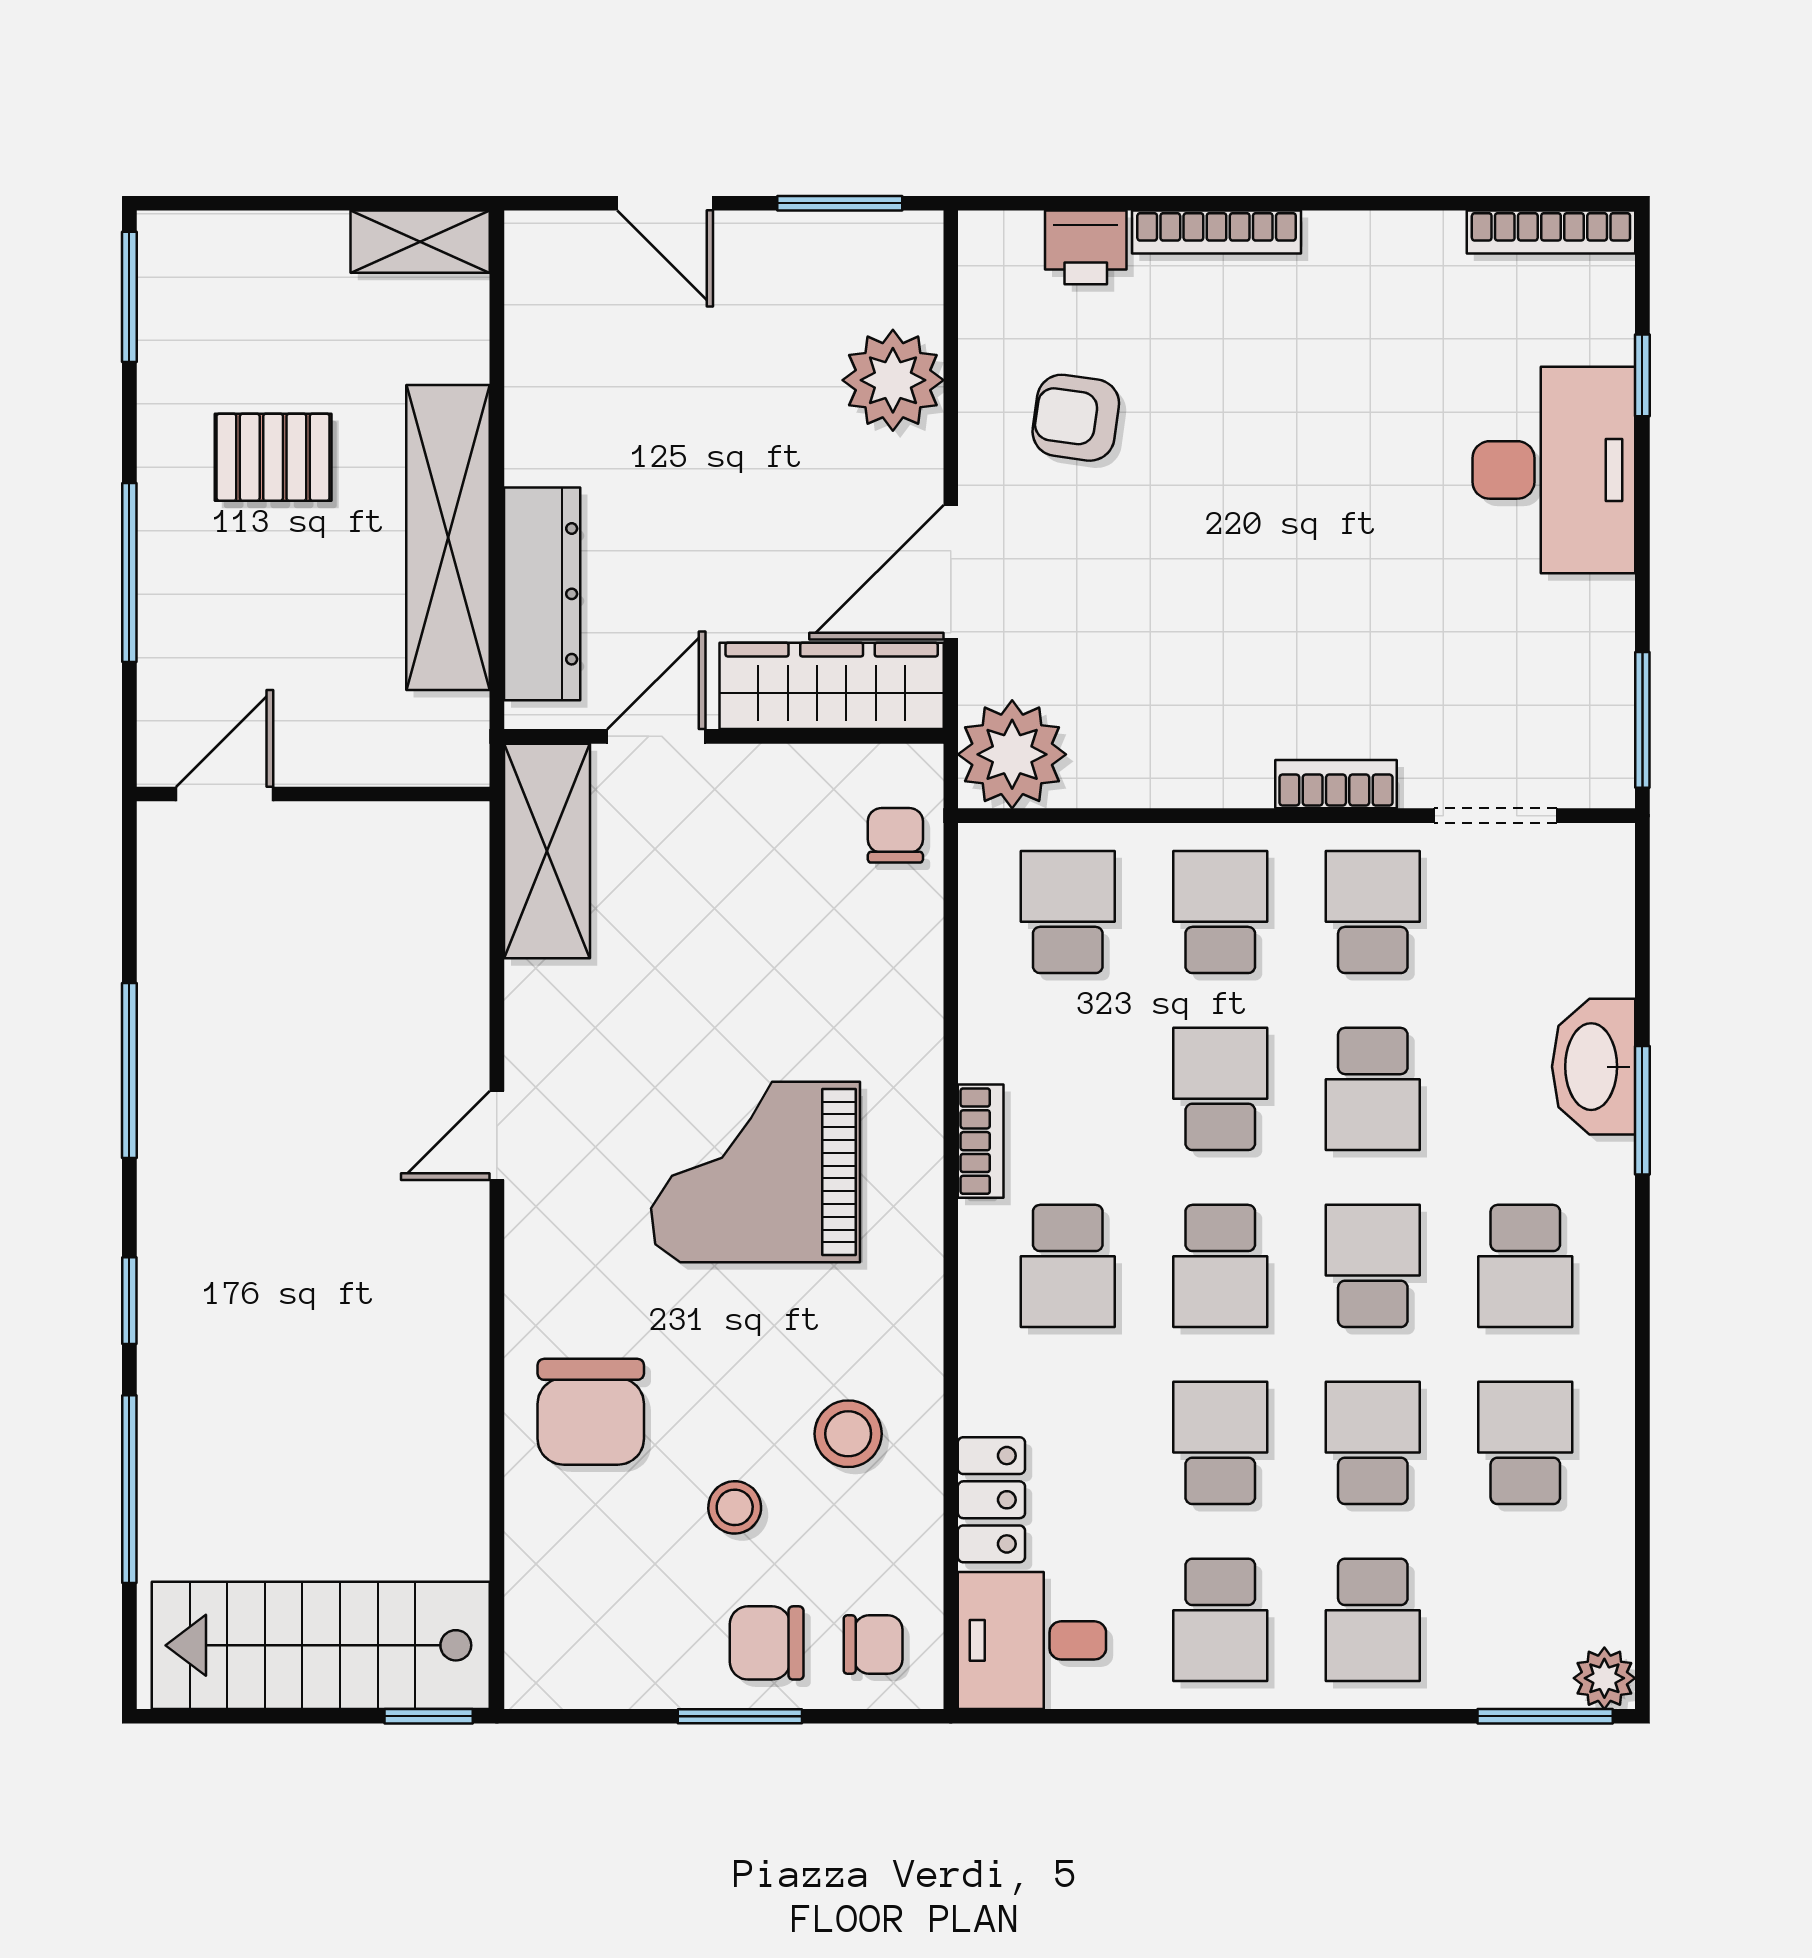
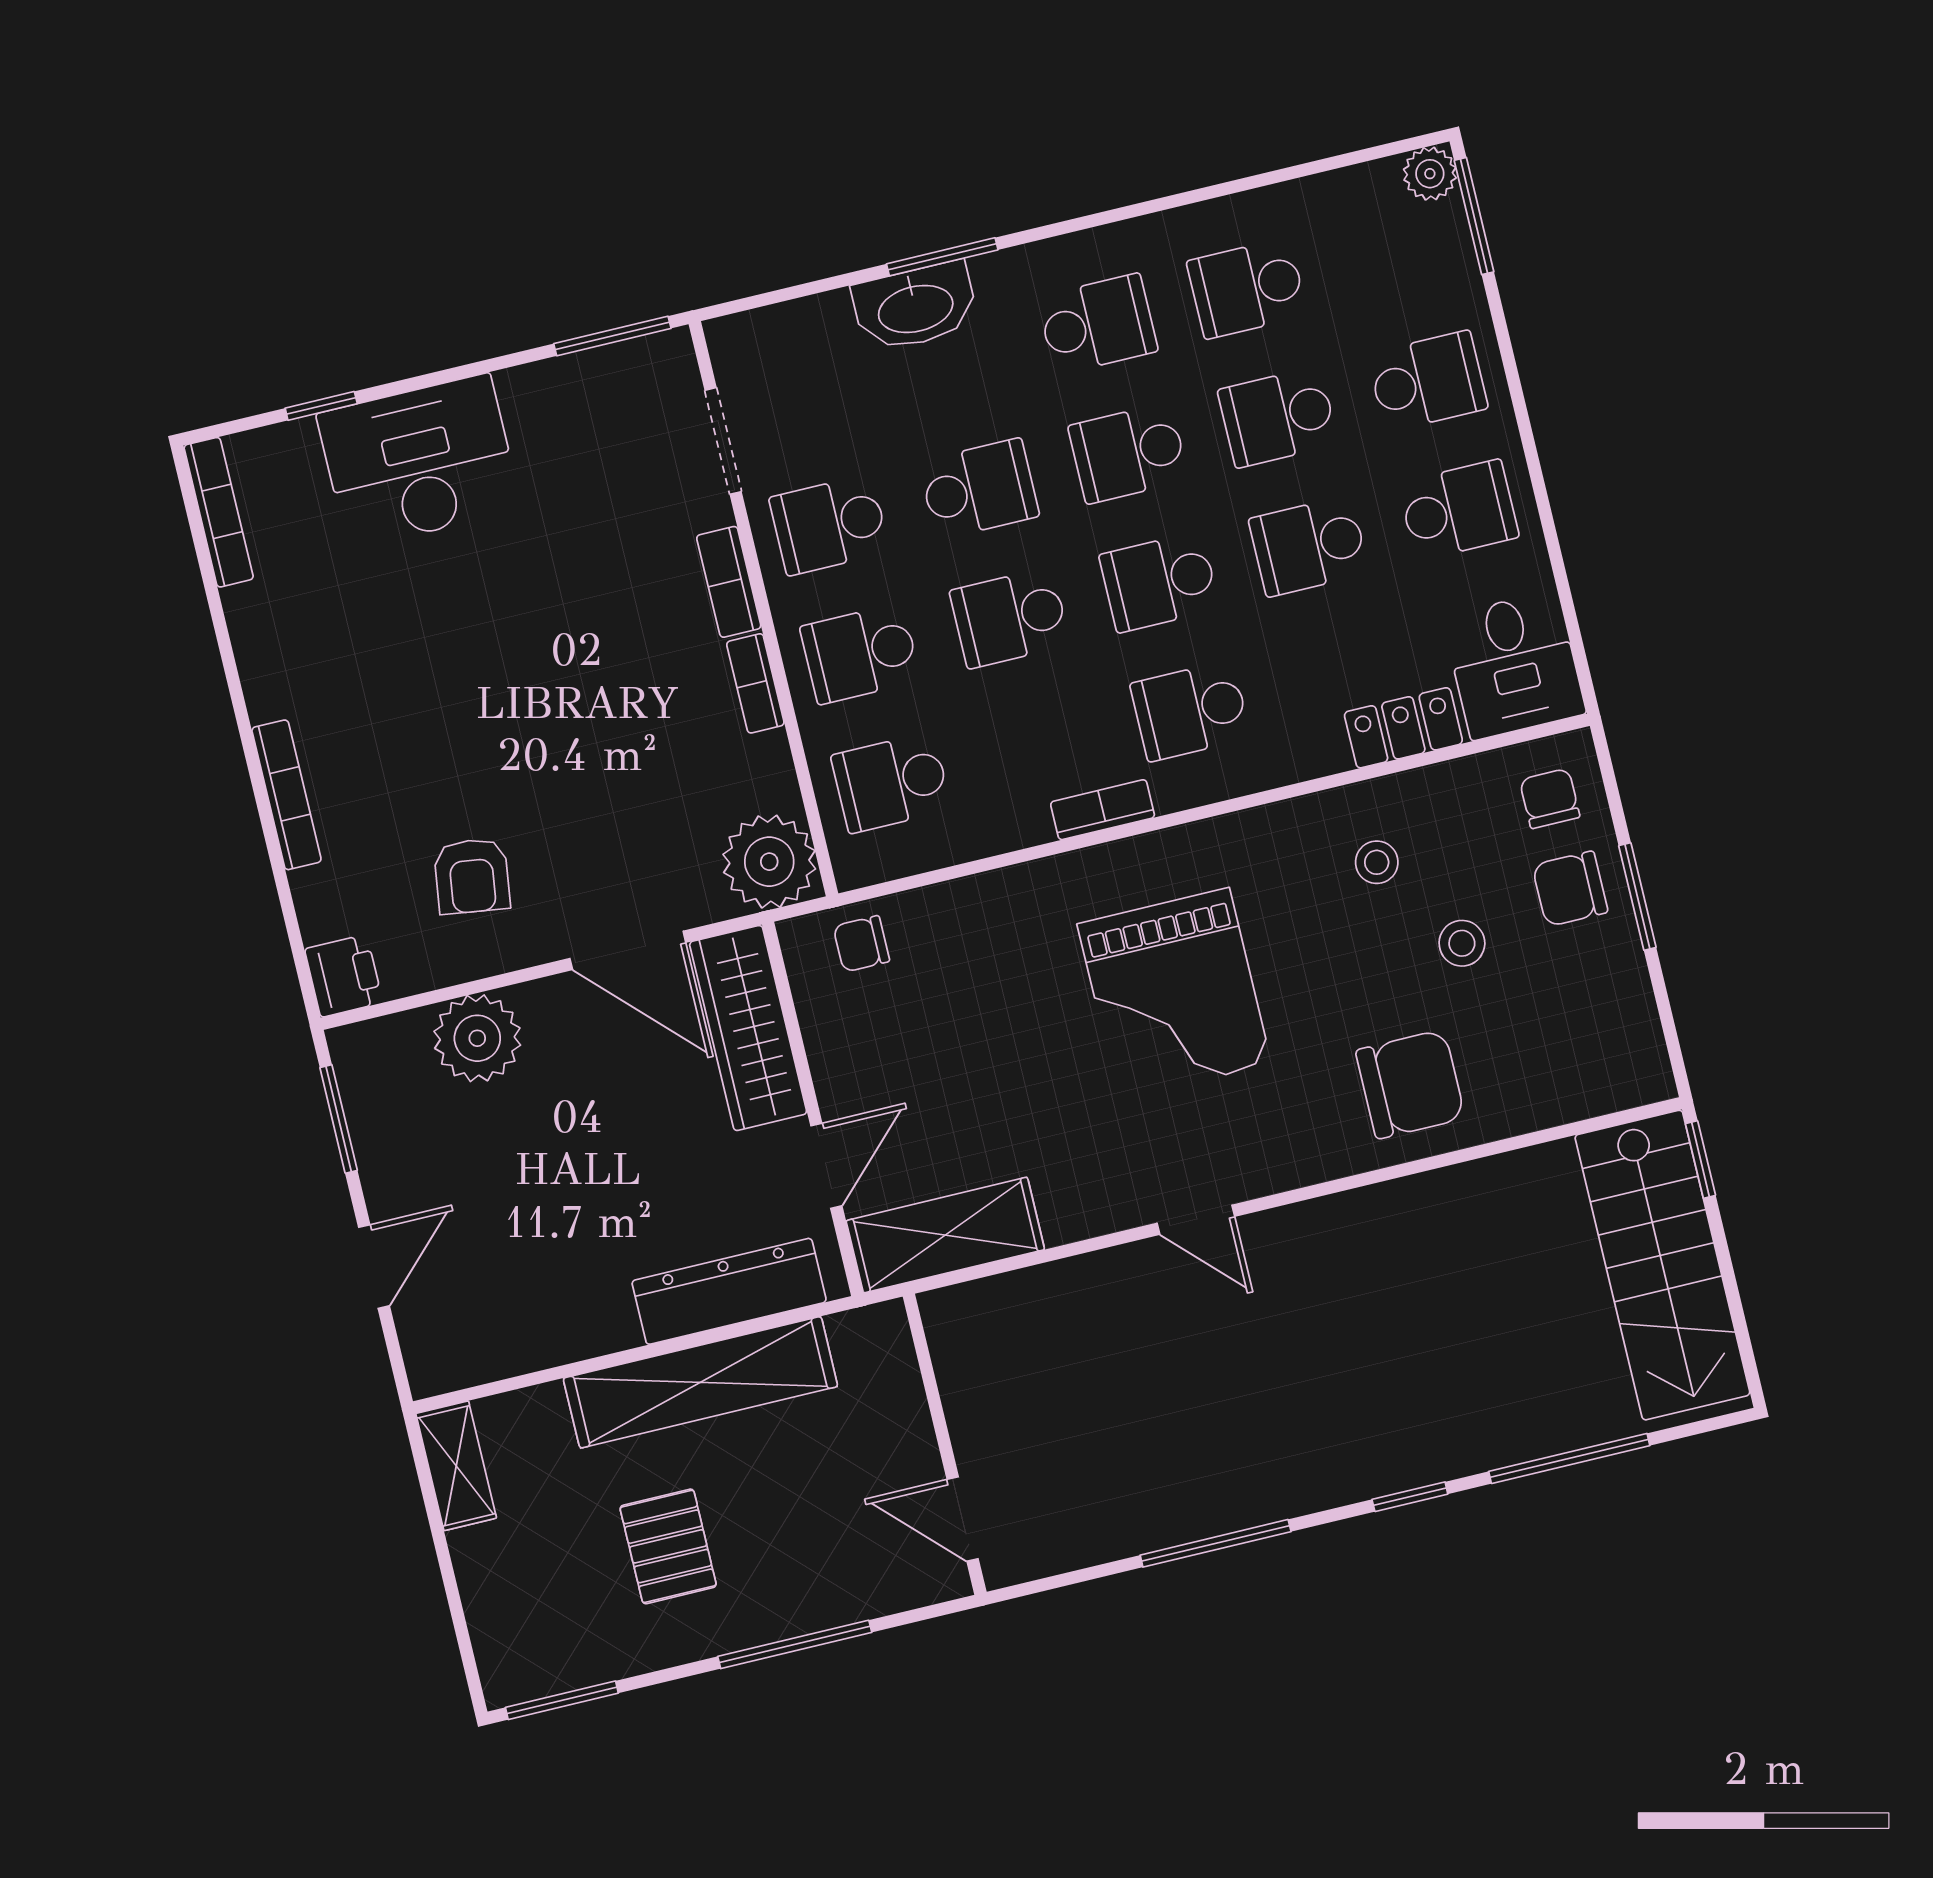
printer: (1086, 247) -> (344, 976), moved
door: (656, 736) -> (826, 1166), swing flipped
bookcase: (1215, 787) -> (755, 683), added
school desk: (1068, 1266) -> (1190, 711), turned 180
school desk: (1220, 1266) -> (1159, 582), turned 180
stool: (848, 1434) -> (1377, 862), width x0.73, depth x0.73
chair: (767, 1643) -> (1570, 889), turned 90

